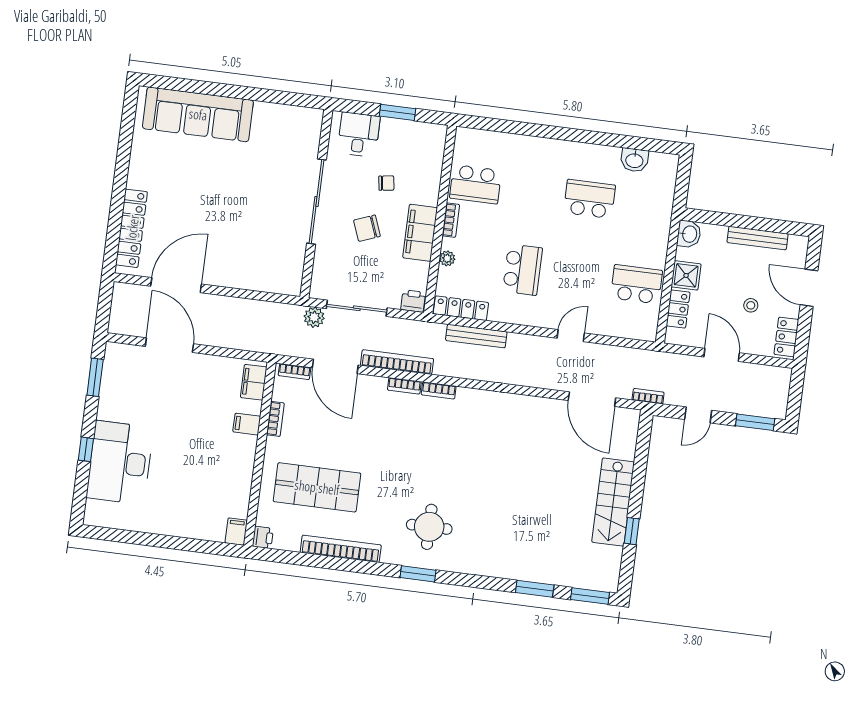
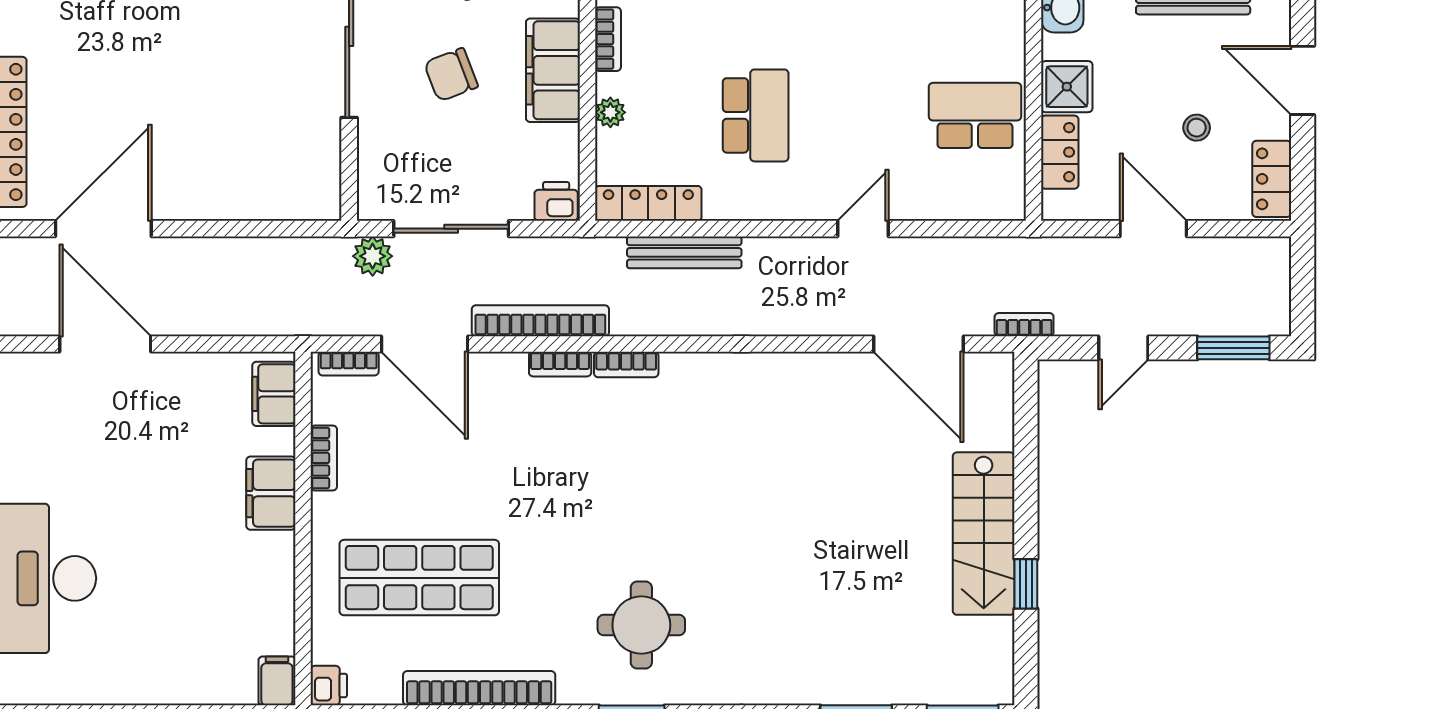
filing cabinet: (247, 424) -> (271, 493), width x2.00

